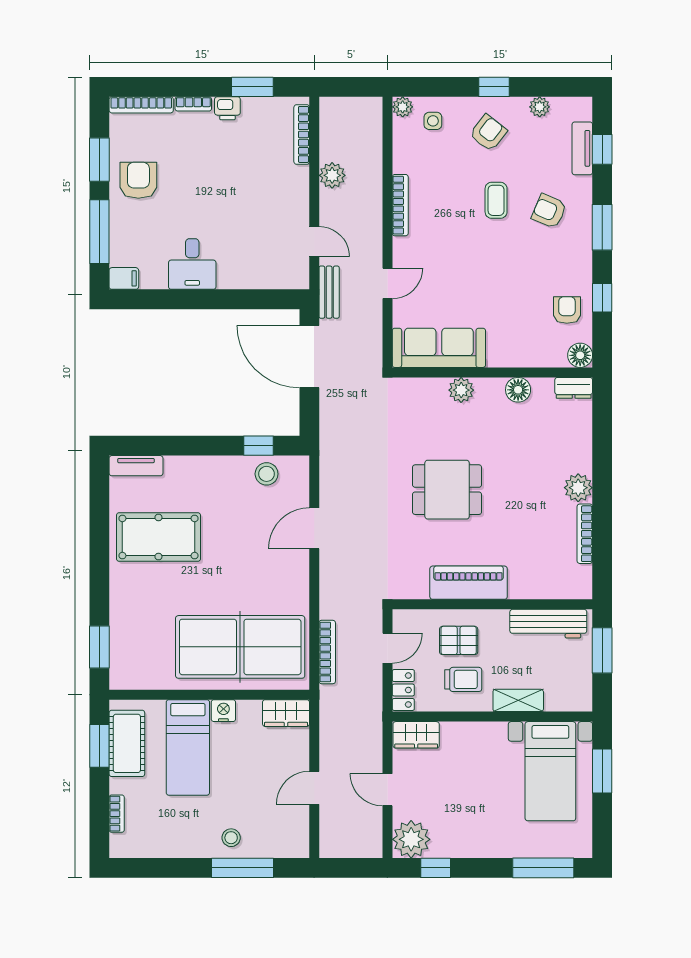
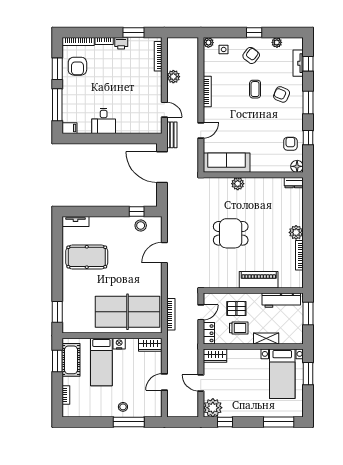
armchair: (138, 180) -> (77, 66), moved, turned 180
floor lamp: (518, 390) -> (266, 184), removed
piano: (469, 583) -> (259, 280), moved

